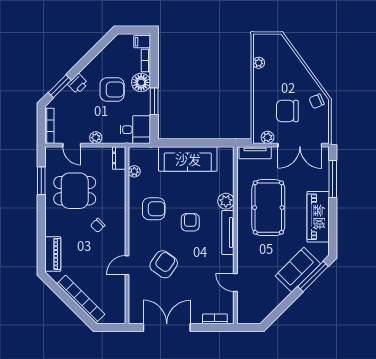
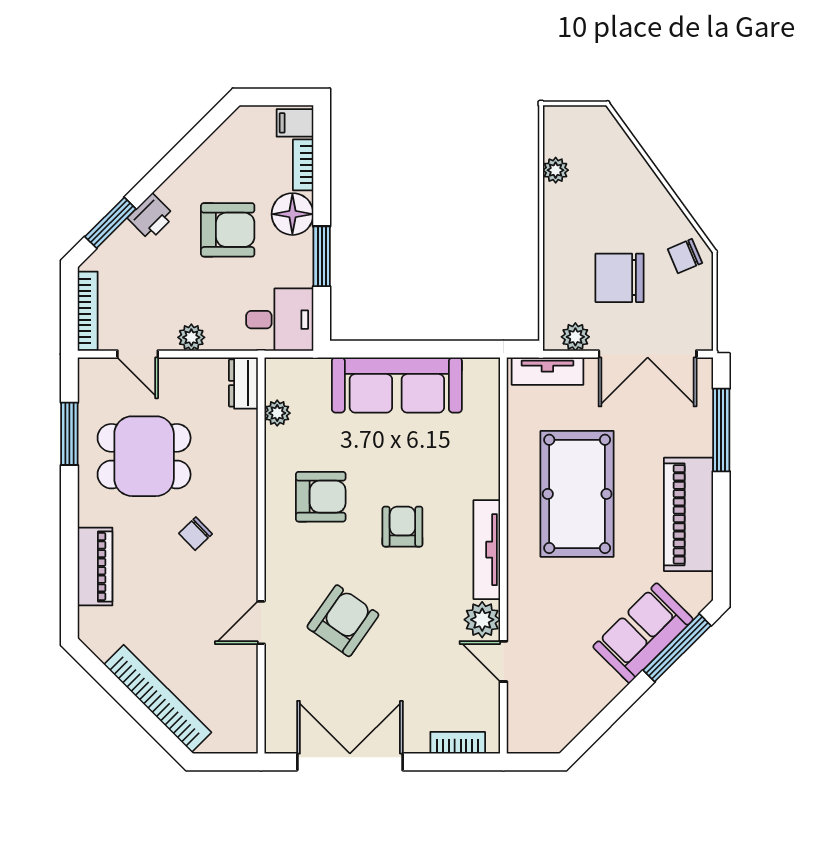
plant: (226, 201) -> (482, 620), moved
piano: (53, 254) -> (95, 566), moved

